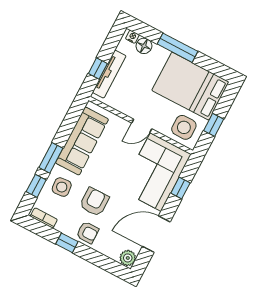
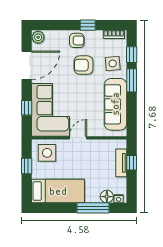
window: (178, 48) -> (93, 208), moved
tv unit: (109, 74) -> (121, 163), width x0.71
bed: (190, 86) -> (58, 191), width x0.67
armchair: (94, 202) -> (84, 65), turned 90
armchair: (88, 232) -> (77, 40), turned 180

